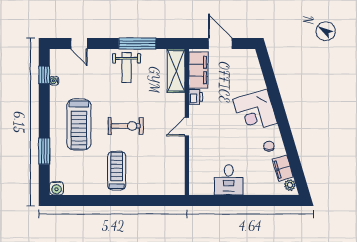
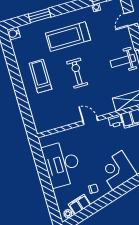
exercise bike: (126, 126) -> (77, 73), turned 180
treadmill: (117, 171) -> (41, 76), turned -90
desk: (229, 180) -> (62, 164), width x1.87, depth x1.30

